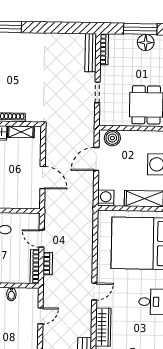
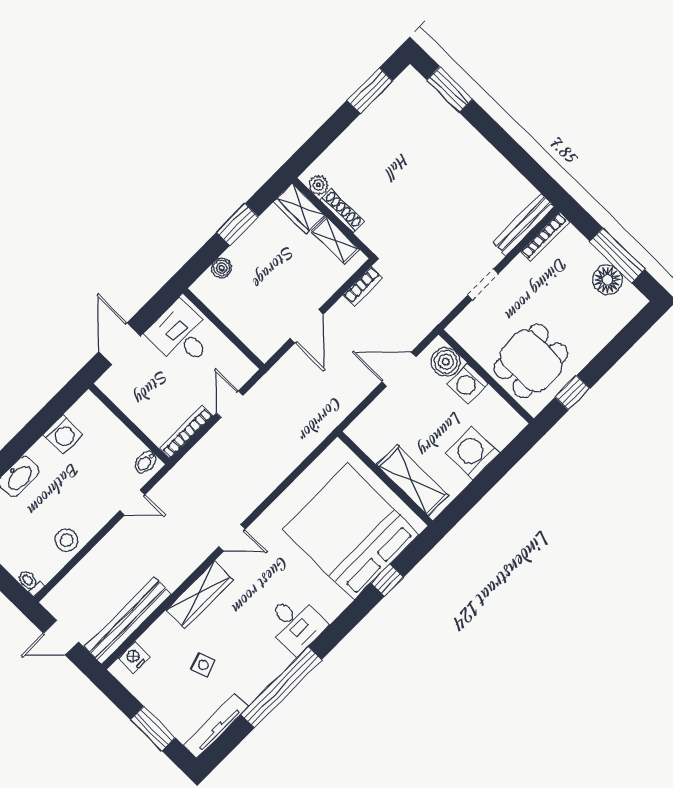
washing machine: (106, 198) -> (468, 383), moved, turned 180
bookcase: (48, 264) -> (363, 286), moved
bidet: (11, 294) -> (146, 462), moved

